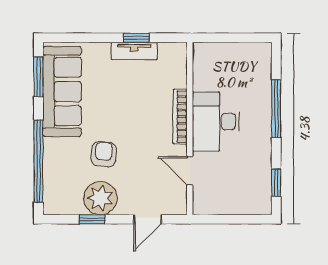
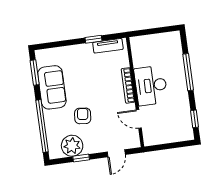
tv unit: (134, 51) -> (108, 46), moved
sofa: (62, 91) -> (52, 87), width x0.73
plant: (100, 198) -> (72, 146), moved

